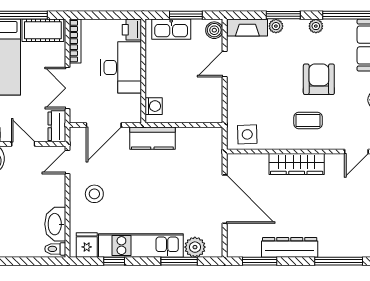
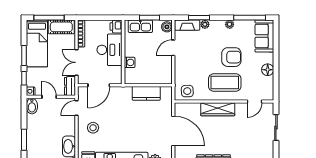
window: (283, 15) -> (199, 18), moved
armchair: (319, 79) -> (231, 57), turned 90
washing machine: (154, 106) -> (130, 62), moved
coffee table: (308, 121) -> (225, 83), width x1.86, depth x1.72
kitchen counter: (152, 138) -> (146, 93), moved

